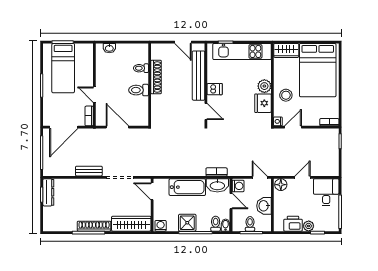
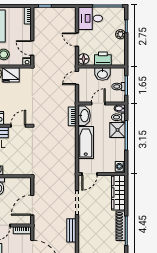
washing machine: (238, 186) -> (85, 97), removed
shower: (187, 223) -> (118, 130), moved
printer: (293, 224) -> (103, 59), moved, turned 90

